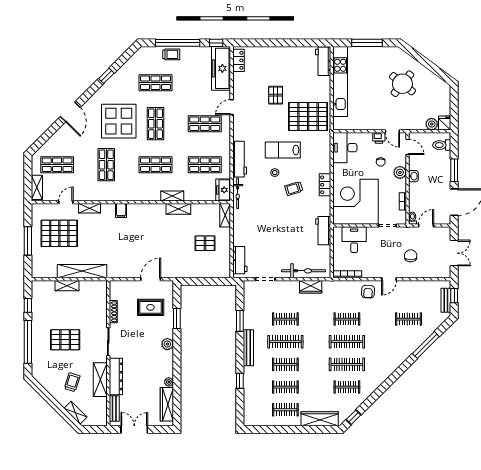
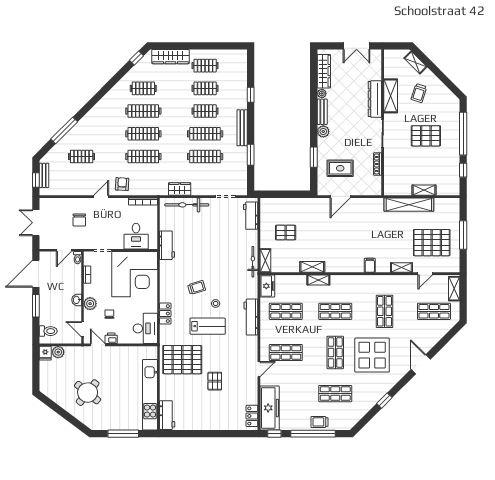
locker: (325, 185) -> (165, 314), moved
bicycle: (238, 193) -> (253, 262), moved
clothes rail: (285, 319) -> (205, 157), width x1.36
clothes rail: (347, 319) -> (143, 157), width x1.36
bench: (114, 409) -> (322, 112), moved

